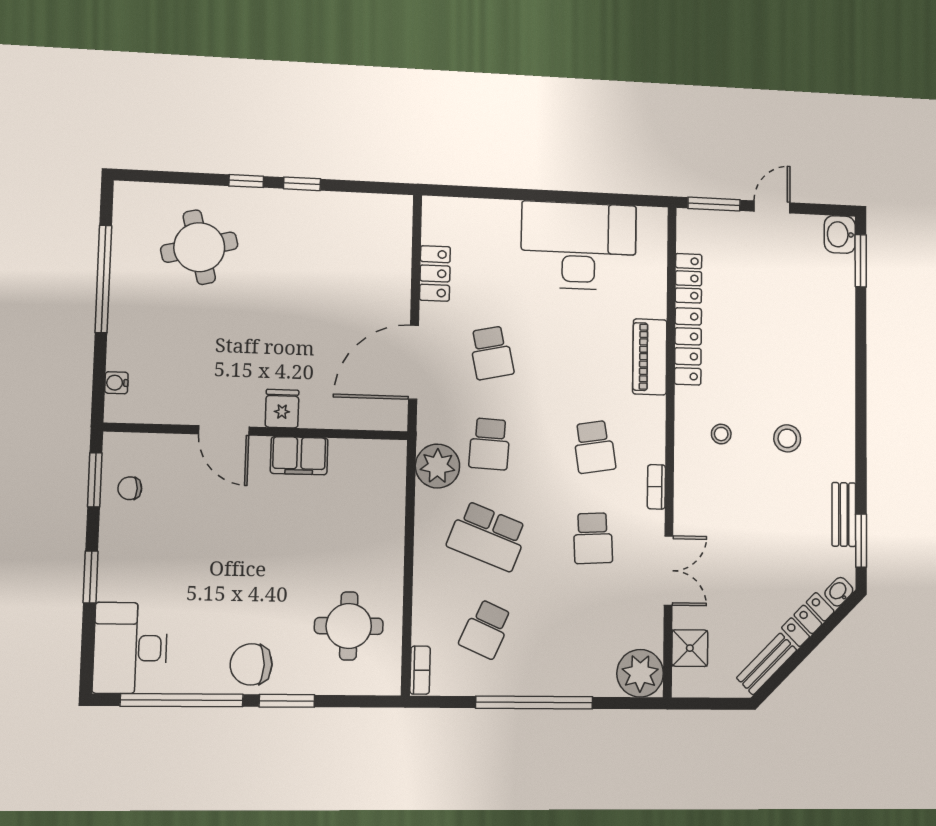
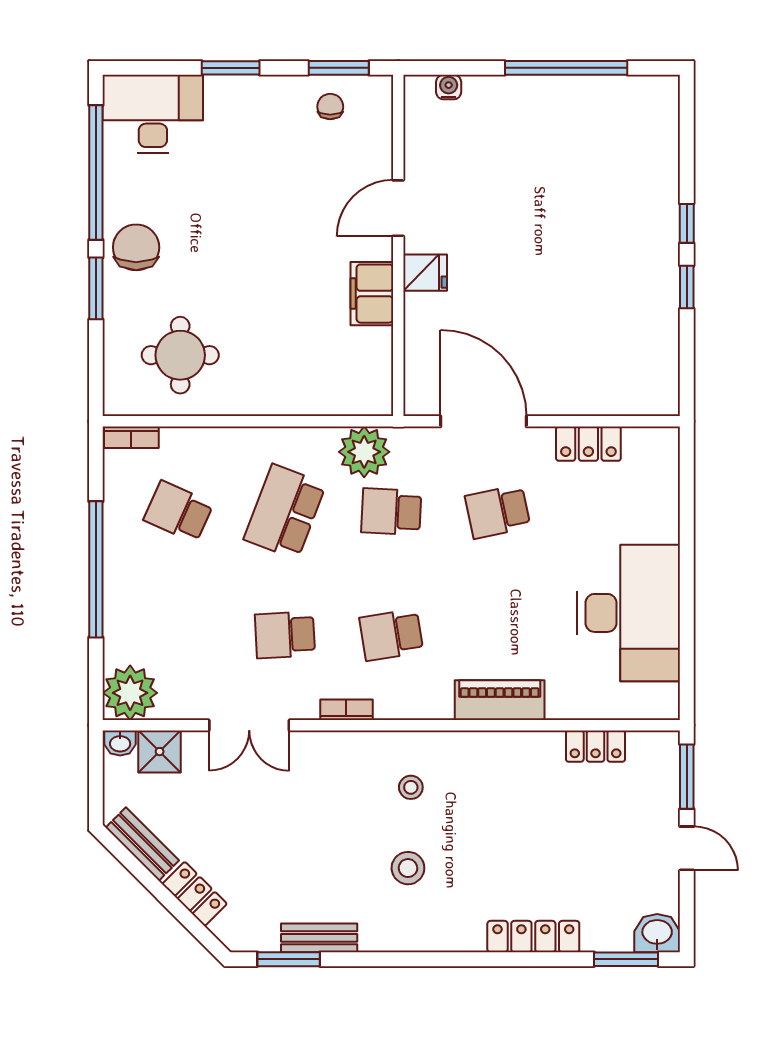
round table: (199, 247) -> (607, 173), removed
locker: (688, 346) -> (533, 937), moved, turned 180
washbasin: (839, 592) -> (120, 743), moved, turned 135

